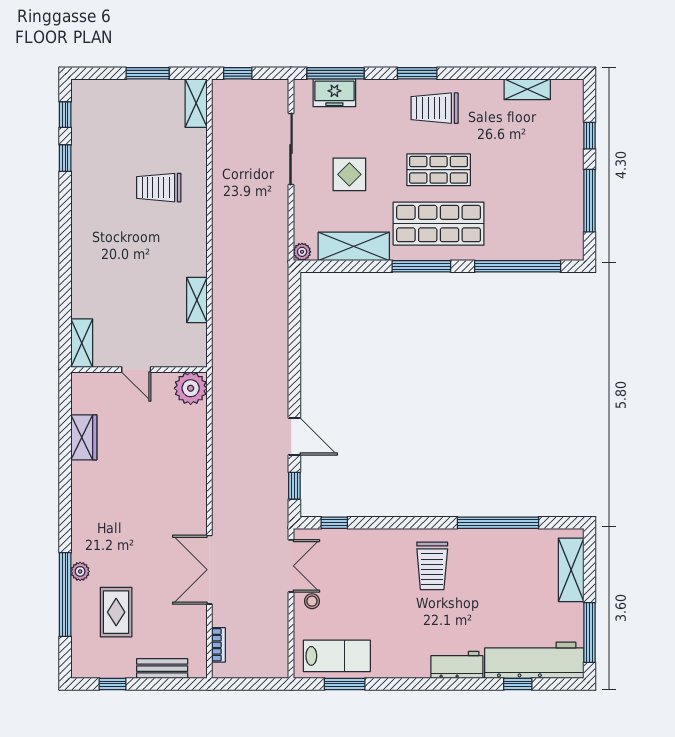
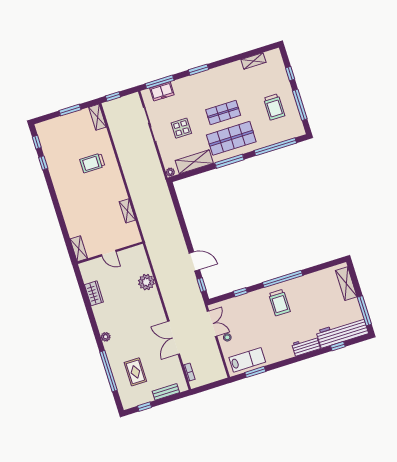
trolley: (435, 108) -> (274, 107), moved, turned -90
plant: (191, 388) -> (146, 282), moved
window: (334, 523) -> (240, 292), moved
window: (498, 523) -> (283, 279), moved
plant: (80, 571) -> (106, 337), moved

